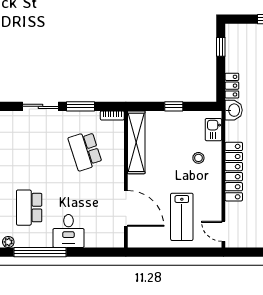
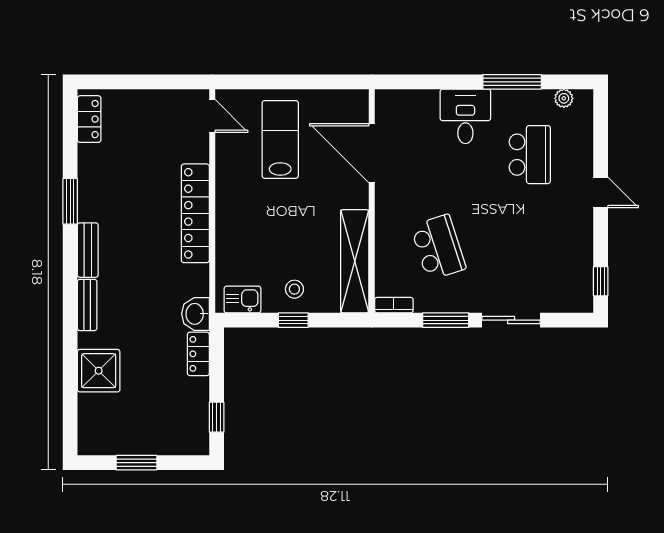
kitchen sink: (213, 130) -> (242, 299), moved, turned -90
stool: (198, 158) -> (294, 289), moved
window: (40, 252) -> (512, 82), width x0.68

